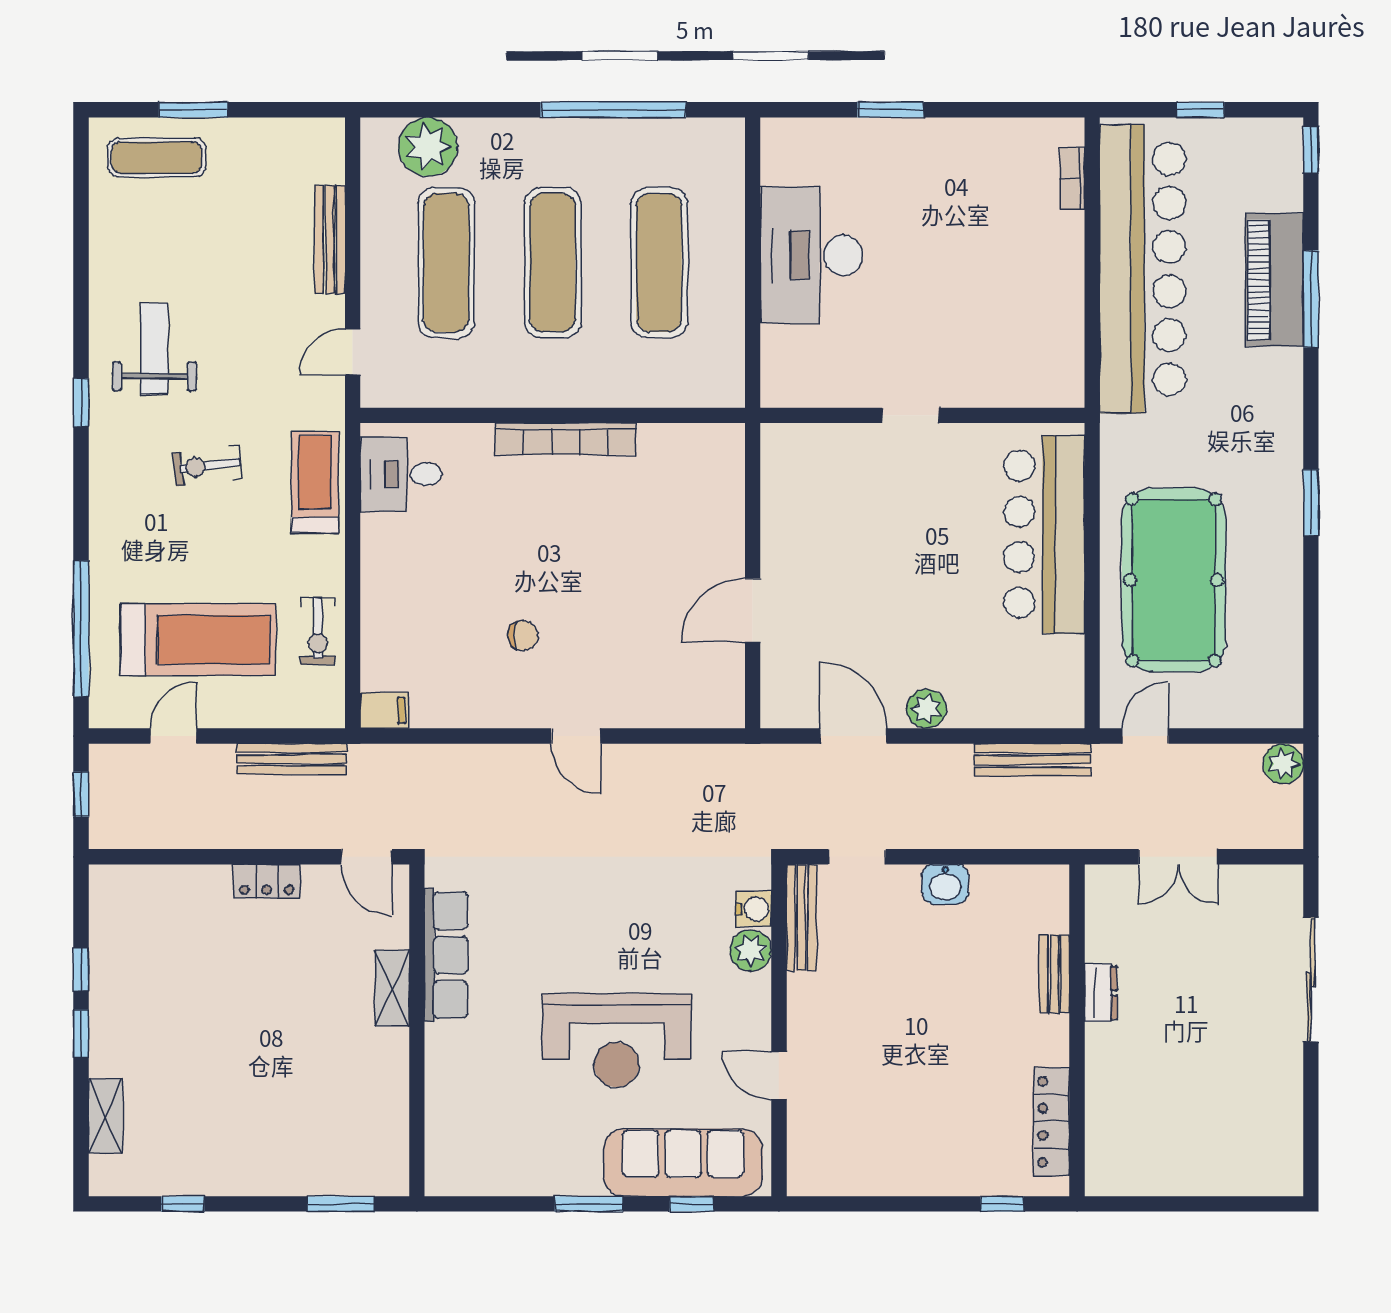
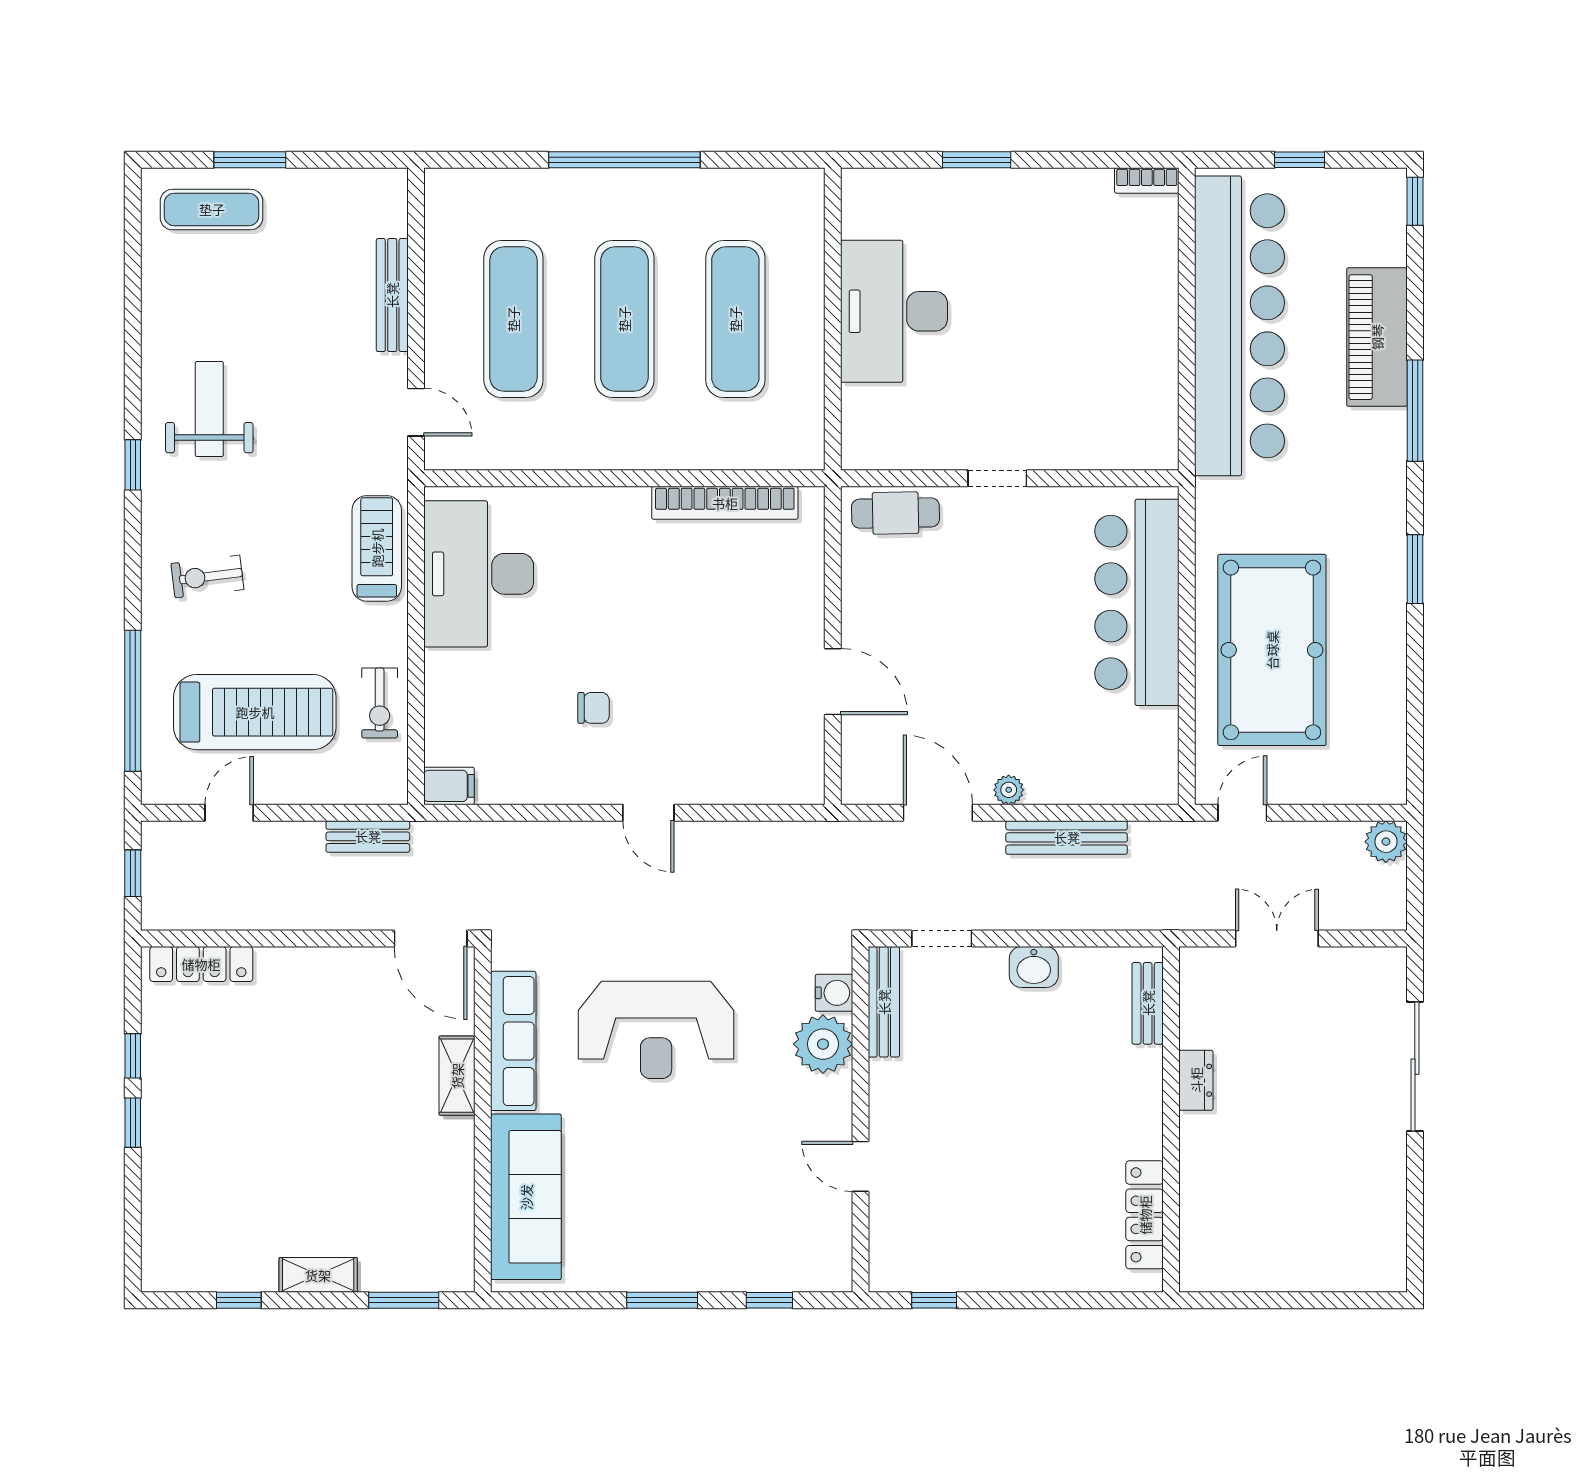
window: (613, 110) -> (624, 160), moved
plant: (428, 147) -> (494, 198), removed
bookcase: (1072, 178) -> (1147, 180), moved, turned -90
window: (1311, 299) -> (1415, 411), moved
door: (353, 352) -> (416, 412), swing flipped
bookcase: (566, 439) -> (725, 503), moved
cafe table: (813, 449) -> (895, 513), added
exercise bike: (207, 466) -> (207, 577), moved
desk: (401, 474) -> (479, 574), width x1.87, depth x1.30
door: (753, 610) -> (833, 682), swing flipped
plant: (927, 709) -> (1009, 790), width x0.73, depth x0.73
bench: (292, 759) -> (368, 836), width x0.73
bench: (1033, 760) -> (1067, 837), moved
door: (367, 857) -> (431, 938), width x1.38
double door: (1178, 857) -> (1277, 938), swing flipped
locker: (267, 881) -> (201, 964), moved, width x1.53
plant: (751, 951) -> (823, 1044), width x1.36, depth x1.36
bench: (1054, 974) -> (1148, 1003), moved
reception desk: (617, 1040) -> (656, 1030), moved
shelving: (105, 1116) -> (318, 1275), moved, turned 90
sofa: (683, 1162) -> (526, 1197), moved, turned 90
window: (1002, 1204) -> (934, 1300), moved

